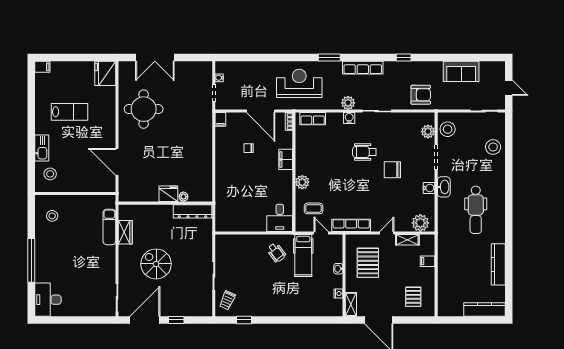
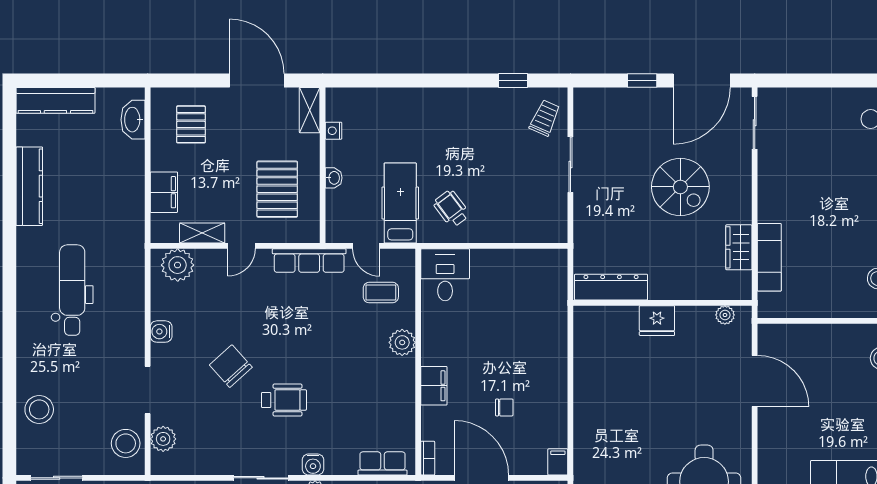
chair: (392, 170) -> (231, 366), turned -132
washbasin: (444, 187) -> (133, 120), moved
plant: (183, 197) -> (725, 315), moved
filing cabinet: (428, 261) -> (164, 192), width x2.00

